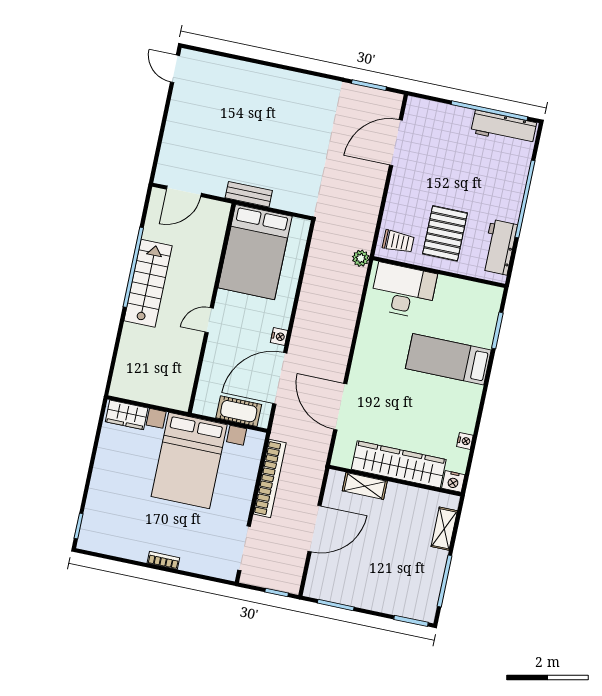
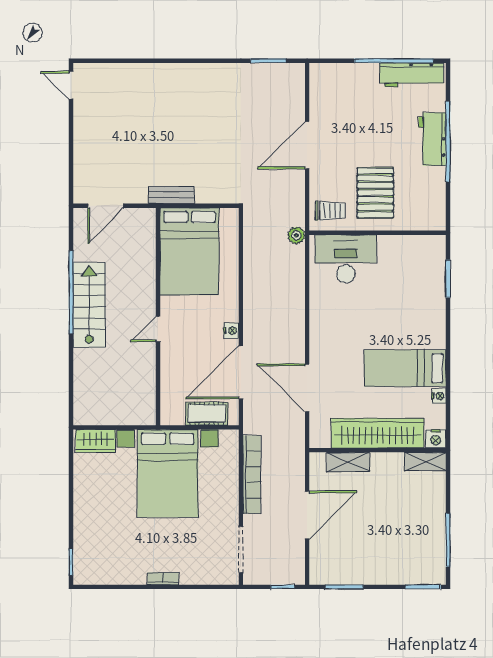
door: (396, 143) -> (307, 145), moved
workbench: (499, 247) -> (432, 139), moved
bed: (448, 359) -> (405, 368), moved
shelving: (444, 529) -> (425, 462), moved, turned 90

